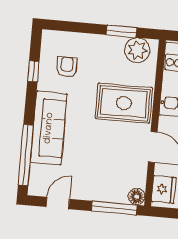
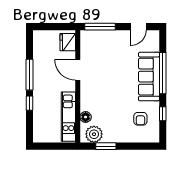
rug: (124, 103) -> (100, 98), removed
window: (26, 155) -> (163, 73), moved
floor lamp: (137, 197) -> (86, 117), moved

